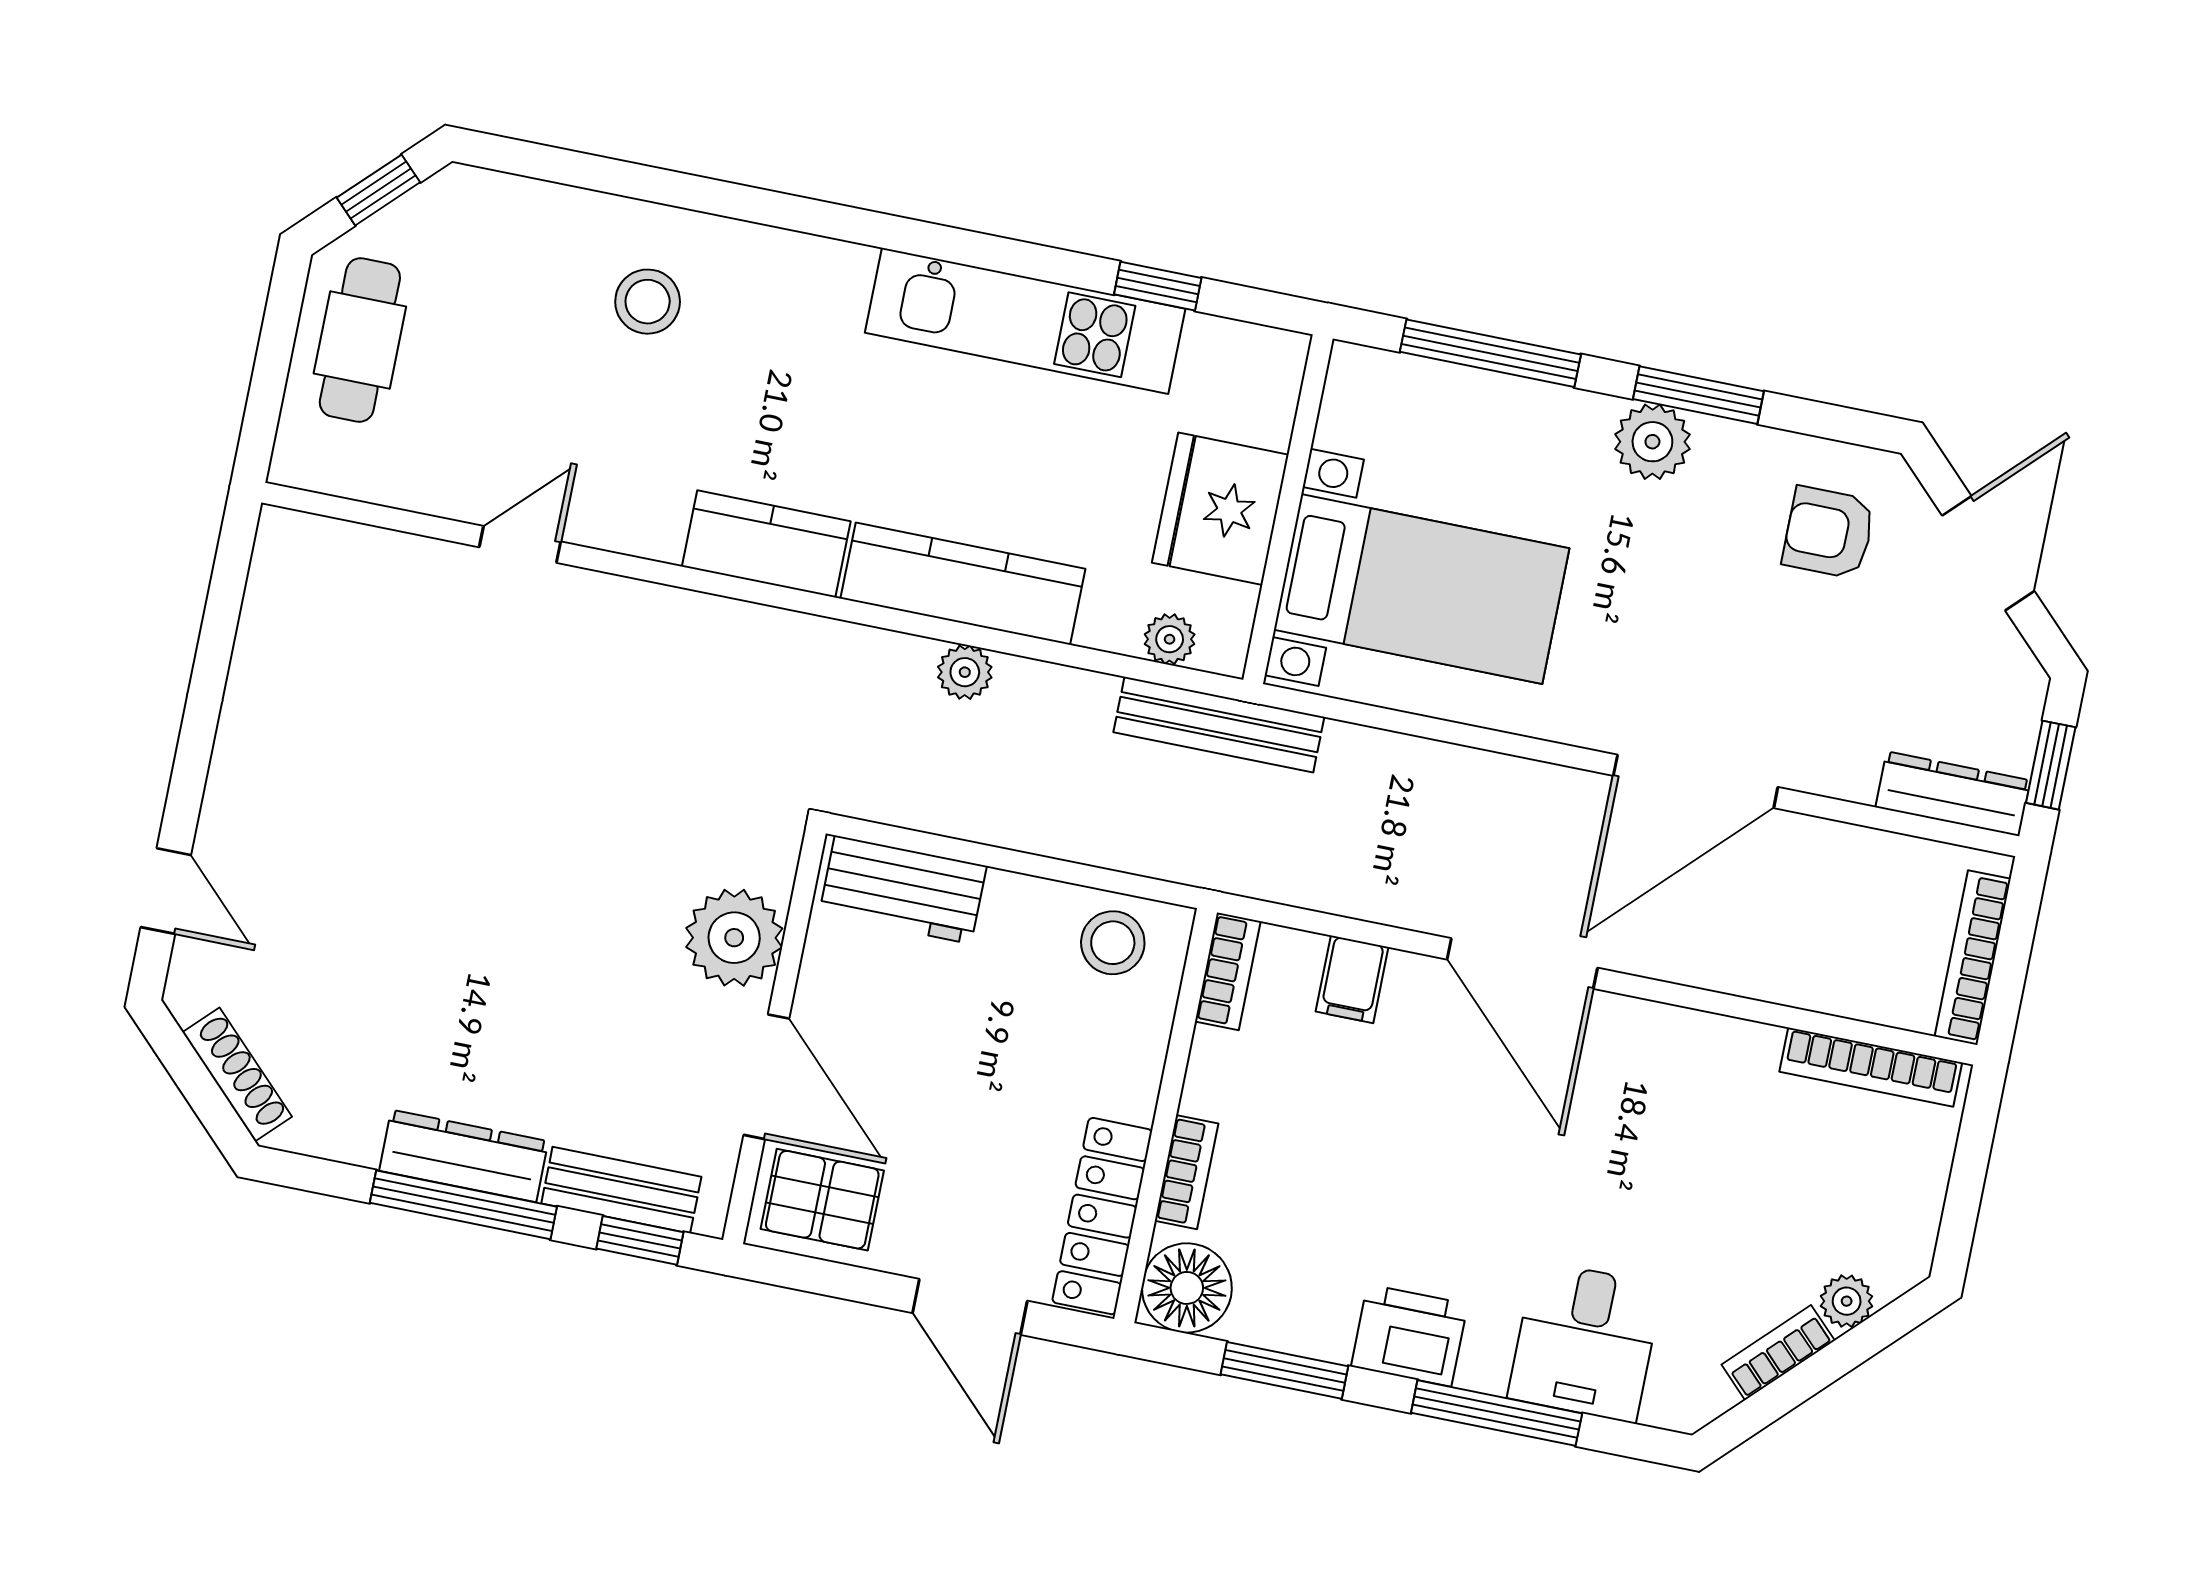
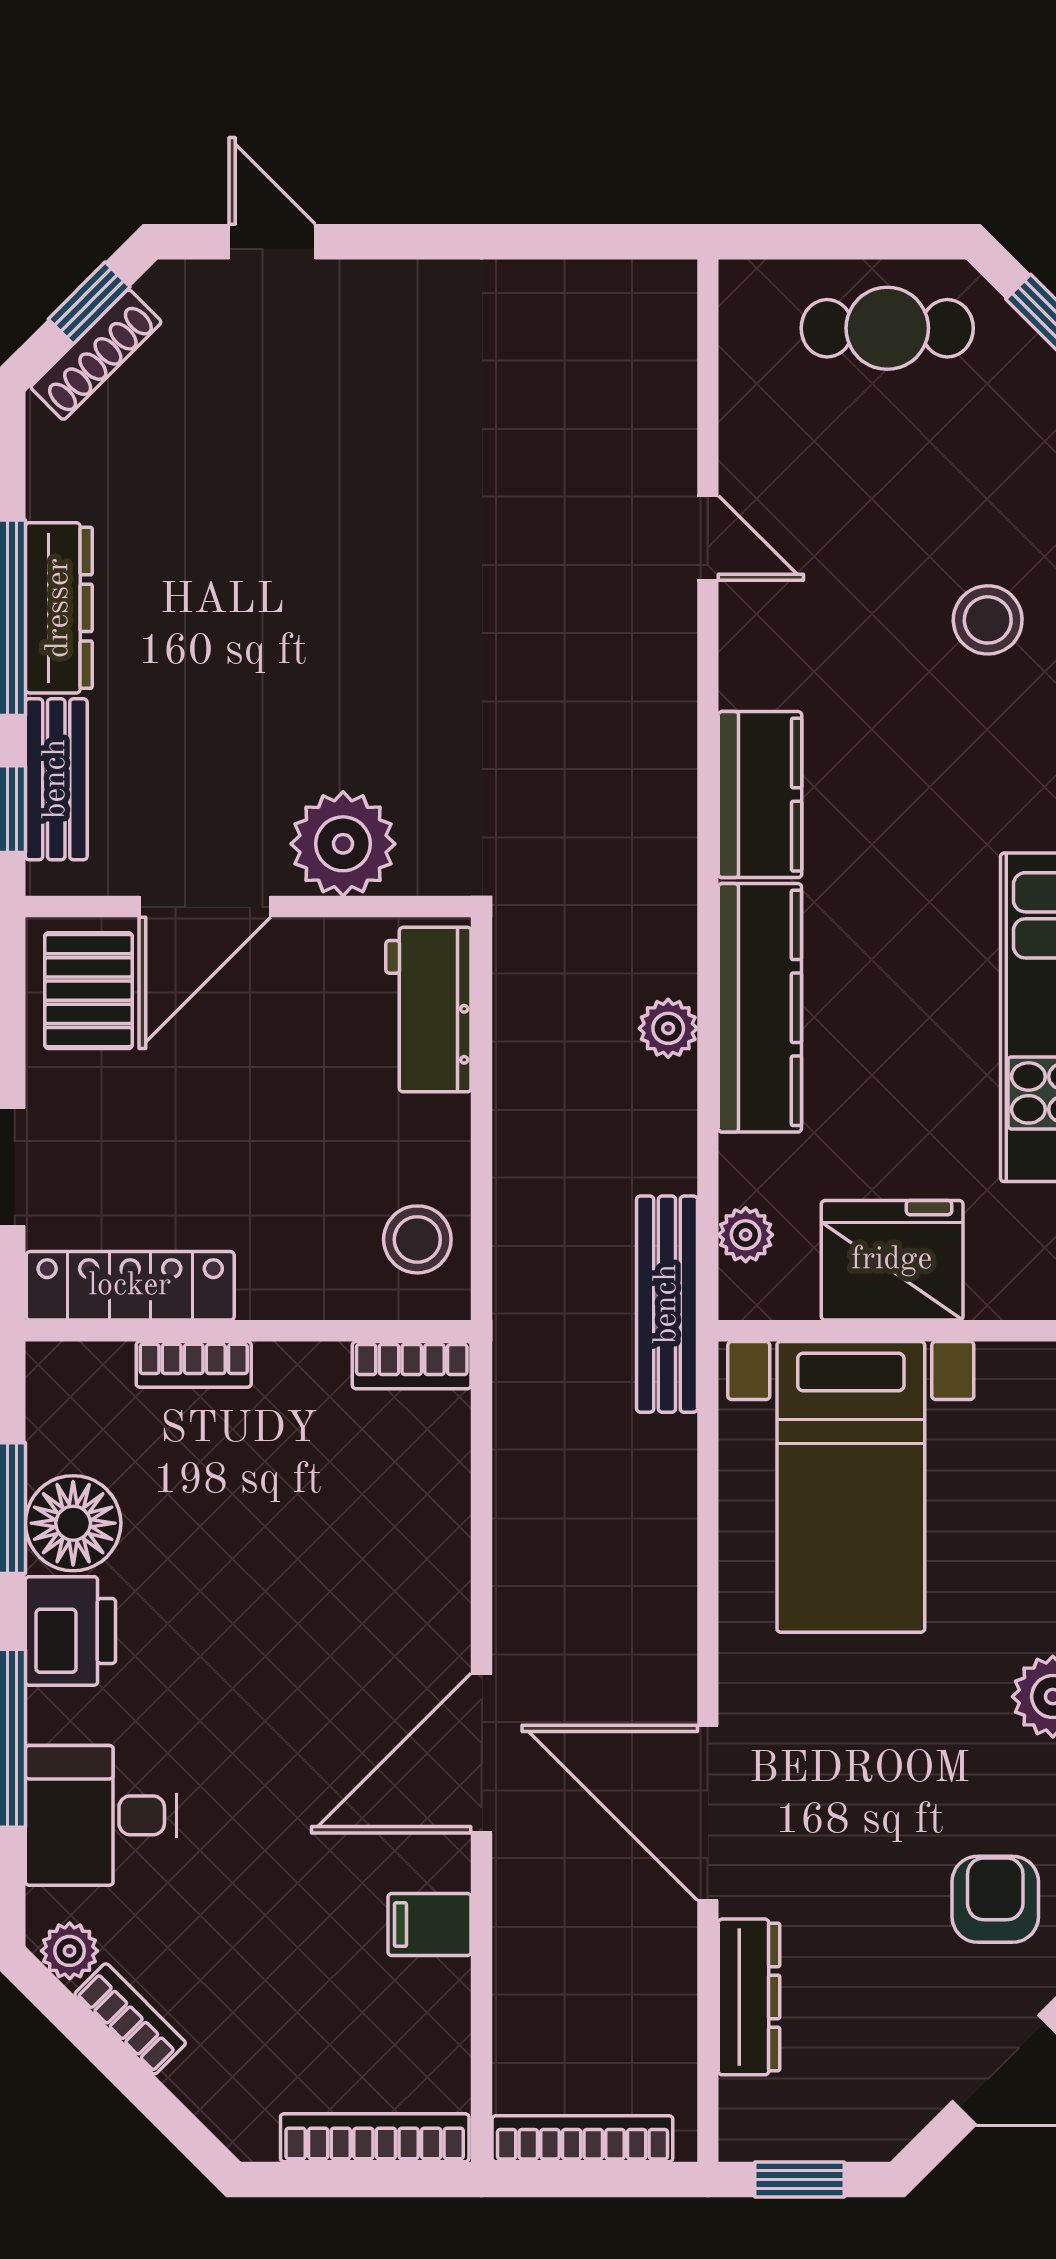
dresser: (1953, 794) -> (749, 1997), moved
door: (166, 891) -> (272, 242), swing flipped
door: (1522, 964) -> (482, 1753), moved
filing cabinet: (1352, 979) -> (429, 1925), moved
bookcase: (1871, 1067) -> (375, 2138), moved, turned 90
window: (188, 1071) -> (89, 303), added
floor lamp: (1187, 1288) -> (73, 1523), moved
plant: (1847, 1301) -> (70, 1951), moved

